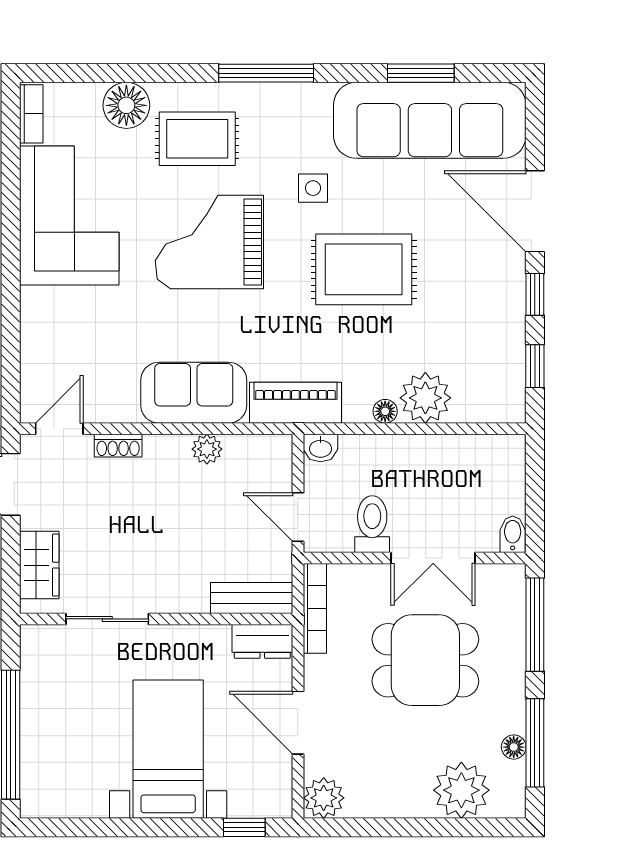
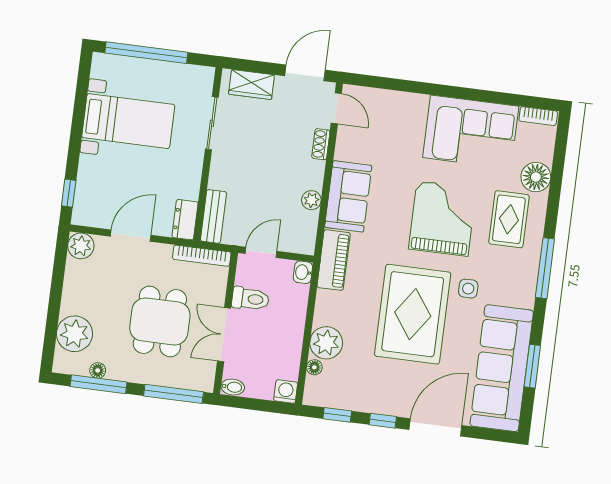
rug: (364, 269) -> (413, 314), width x1.37, depth x1.44
floor lamp: (385, 411) -> (314, 367), moved
washing machine: (509, 451) -> (286, 391), added
bed with nightstands: (168, 749) -> (128, 121), moved

